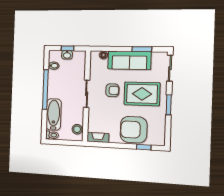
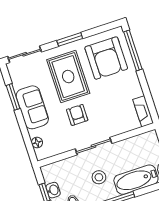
sofa: (129, 60) -> (32, 107), width x0.73
stool: (77, 129) -> (99, 177), moved
armchair: (134, 130) -> (106, 58), moved
window: (144, 147) -> (133, 50), width x2.17

